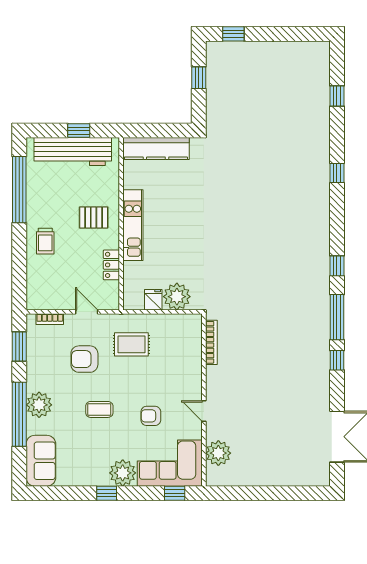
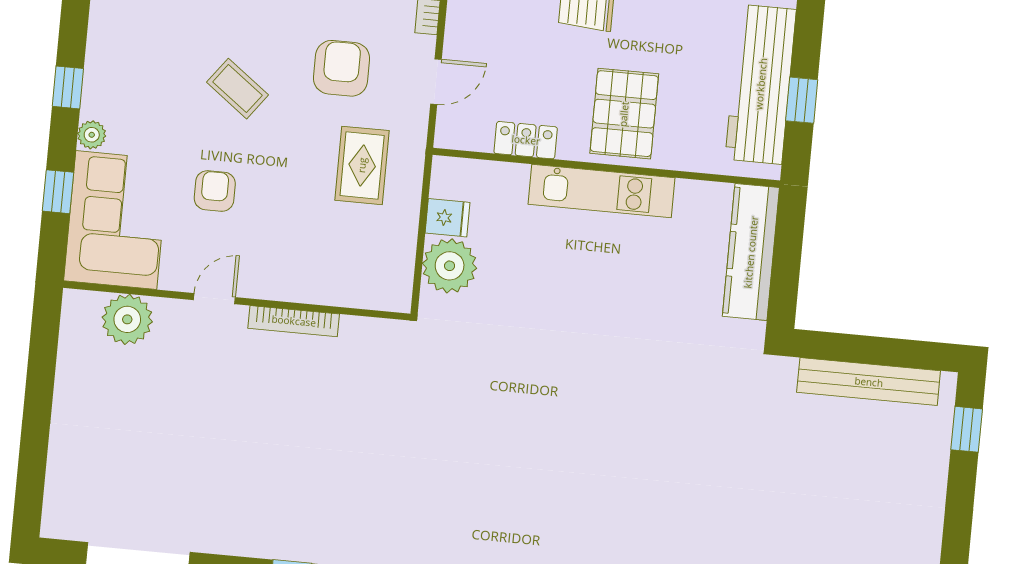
window: (199, 78) -> (885, 351), removed
bench: (214, 84) -> (869, 382), added
pallet: (94, 217) -> (624, 114), width x1.50, depth x1.42
bookcase: (211, 342) -> (294, 321), moved
coffee table: (99, 409) -> (237, 89), turned -53
plant: (123, 473) -> (92, 135), width x0.53, depth x0.53
window: (175, 493) -> (58, 192), moved

